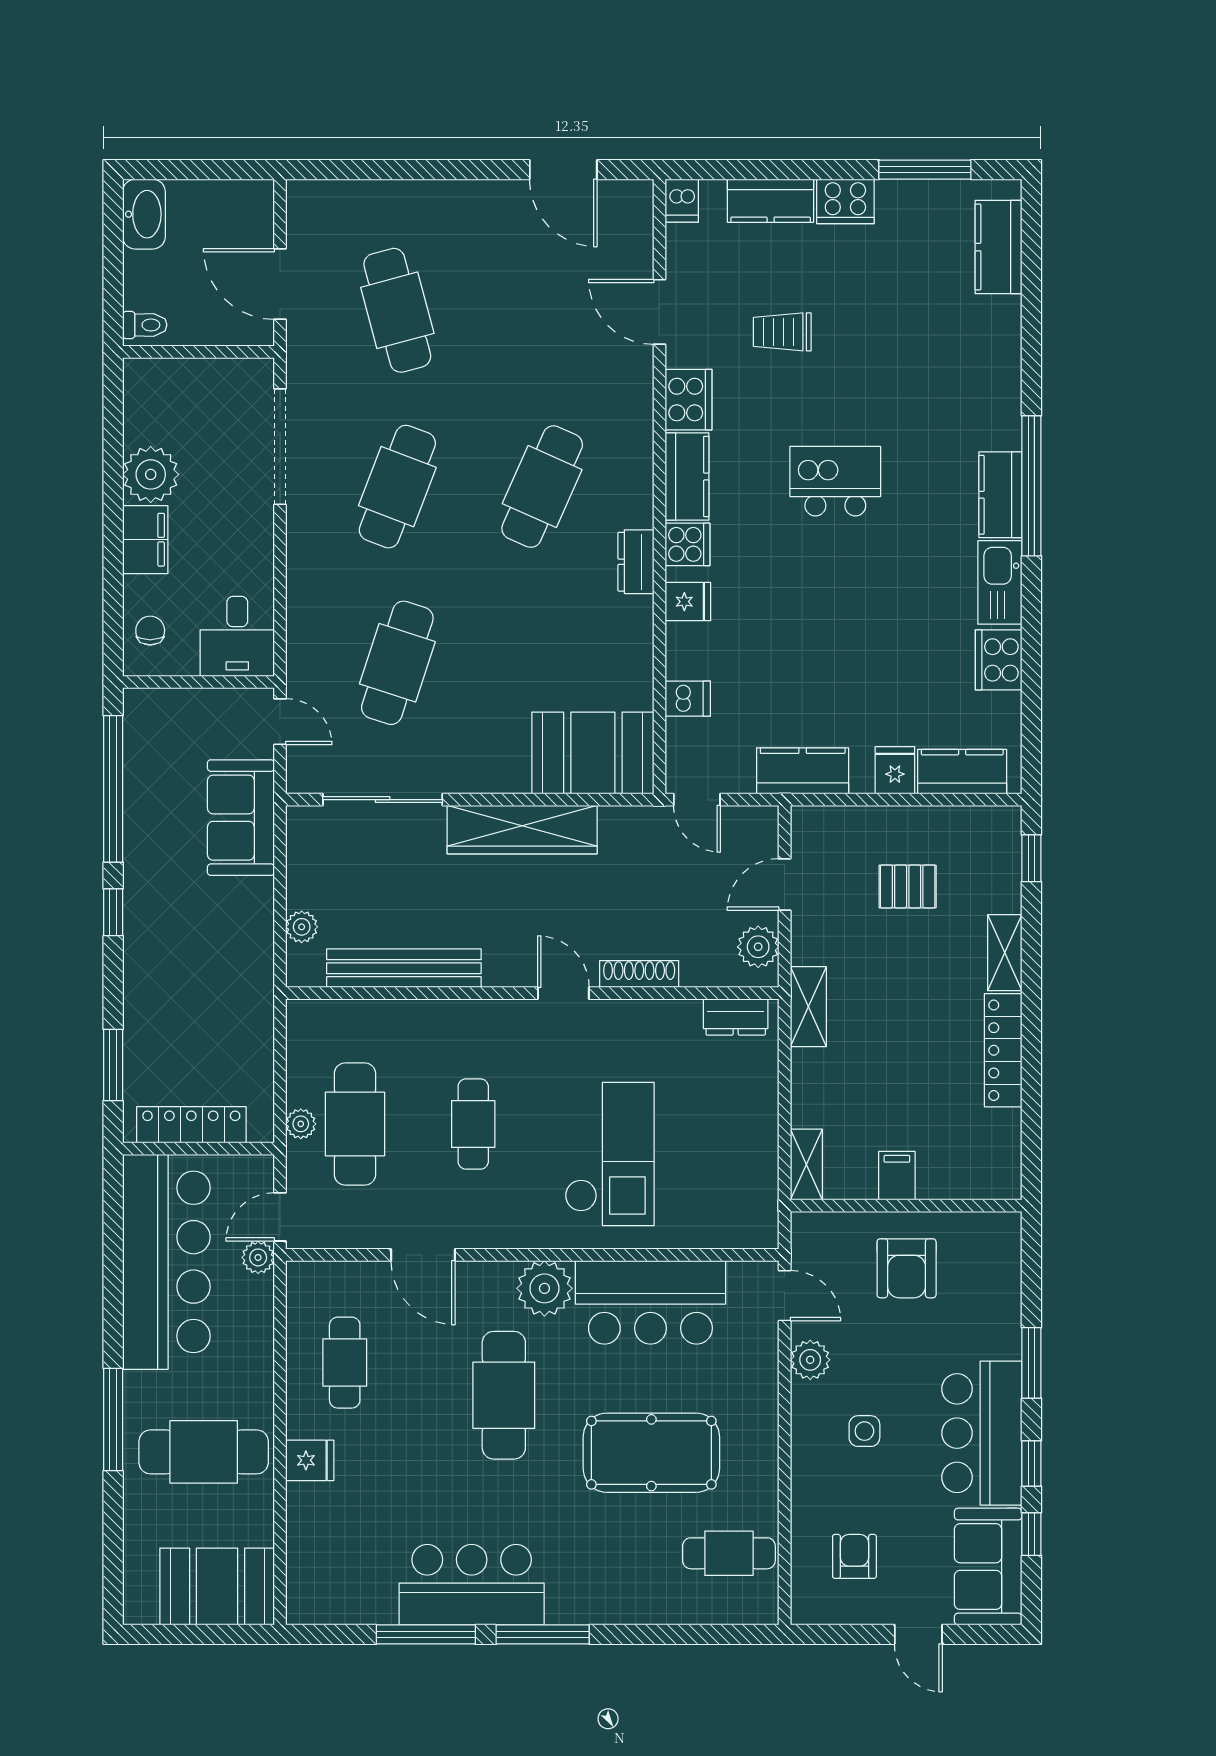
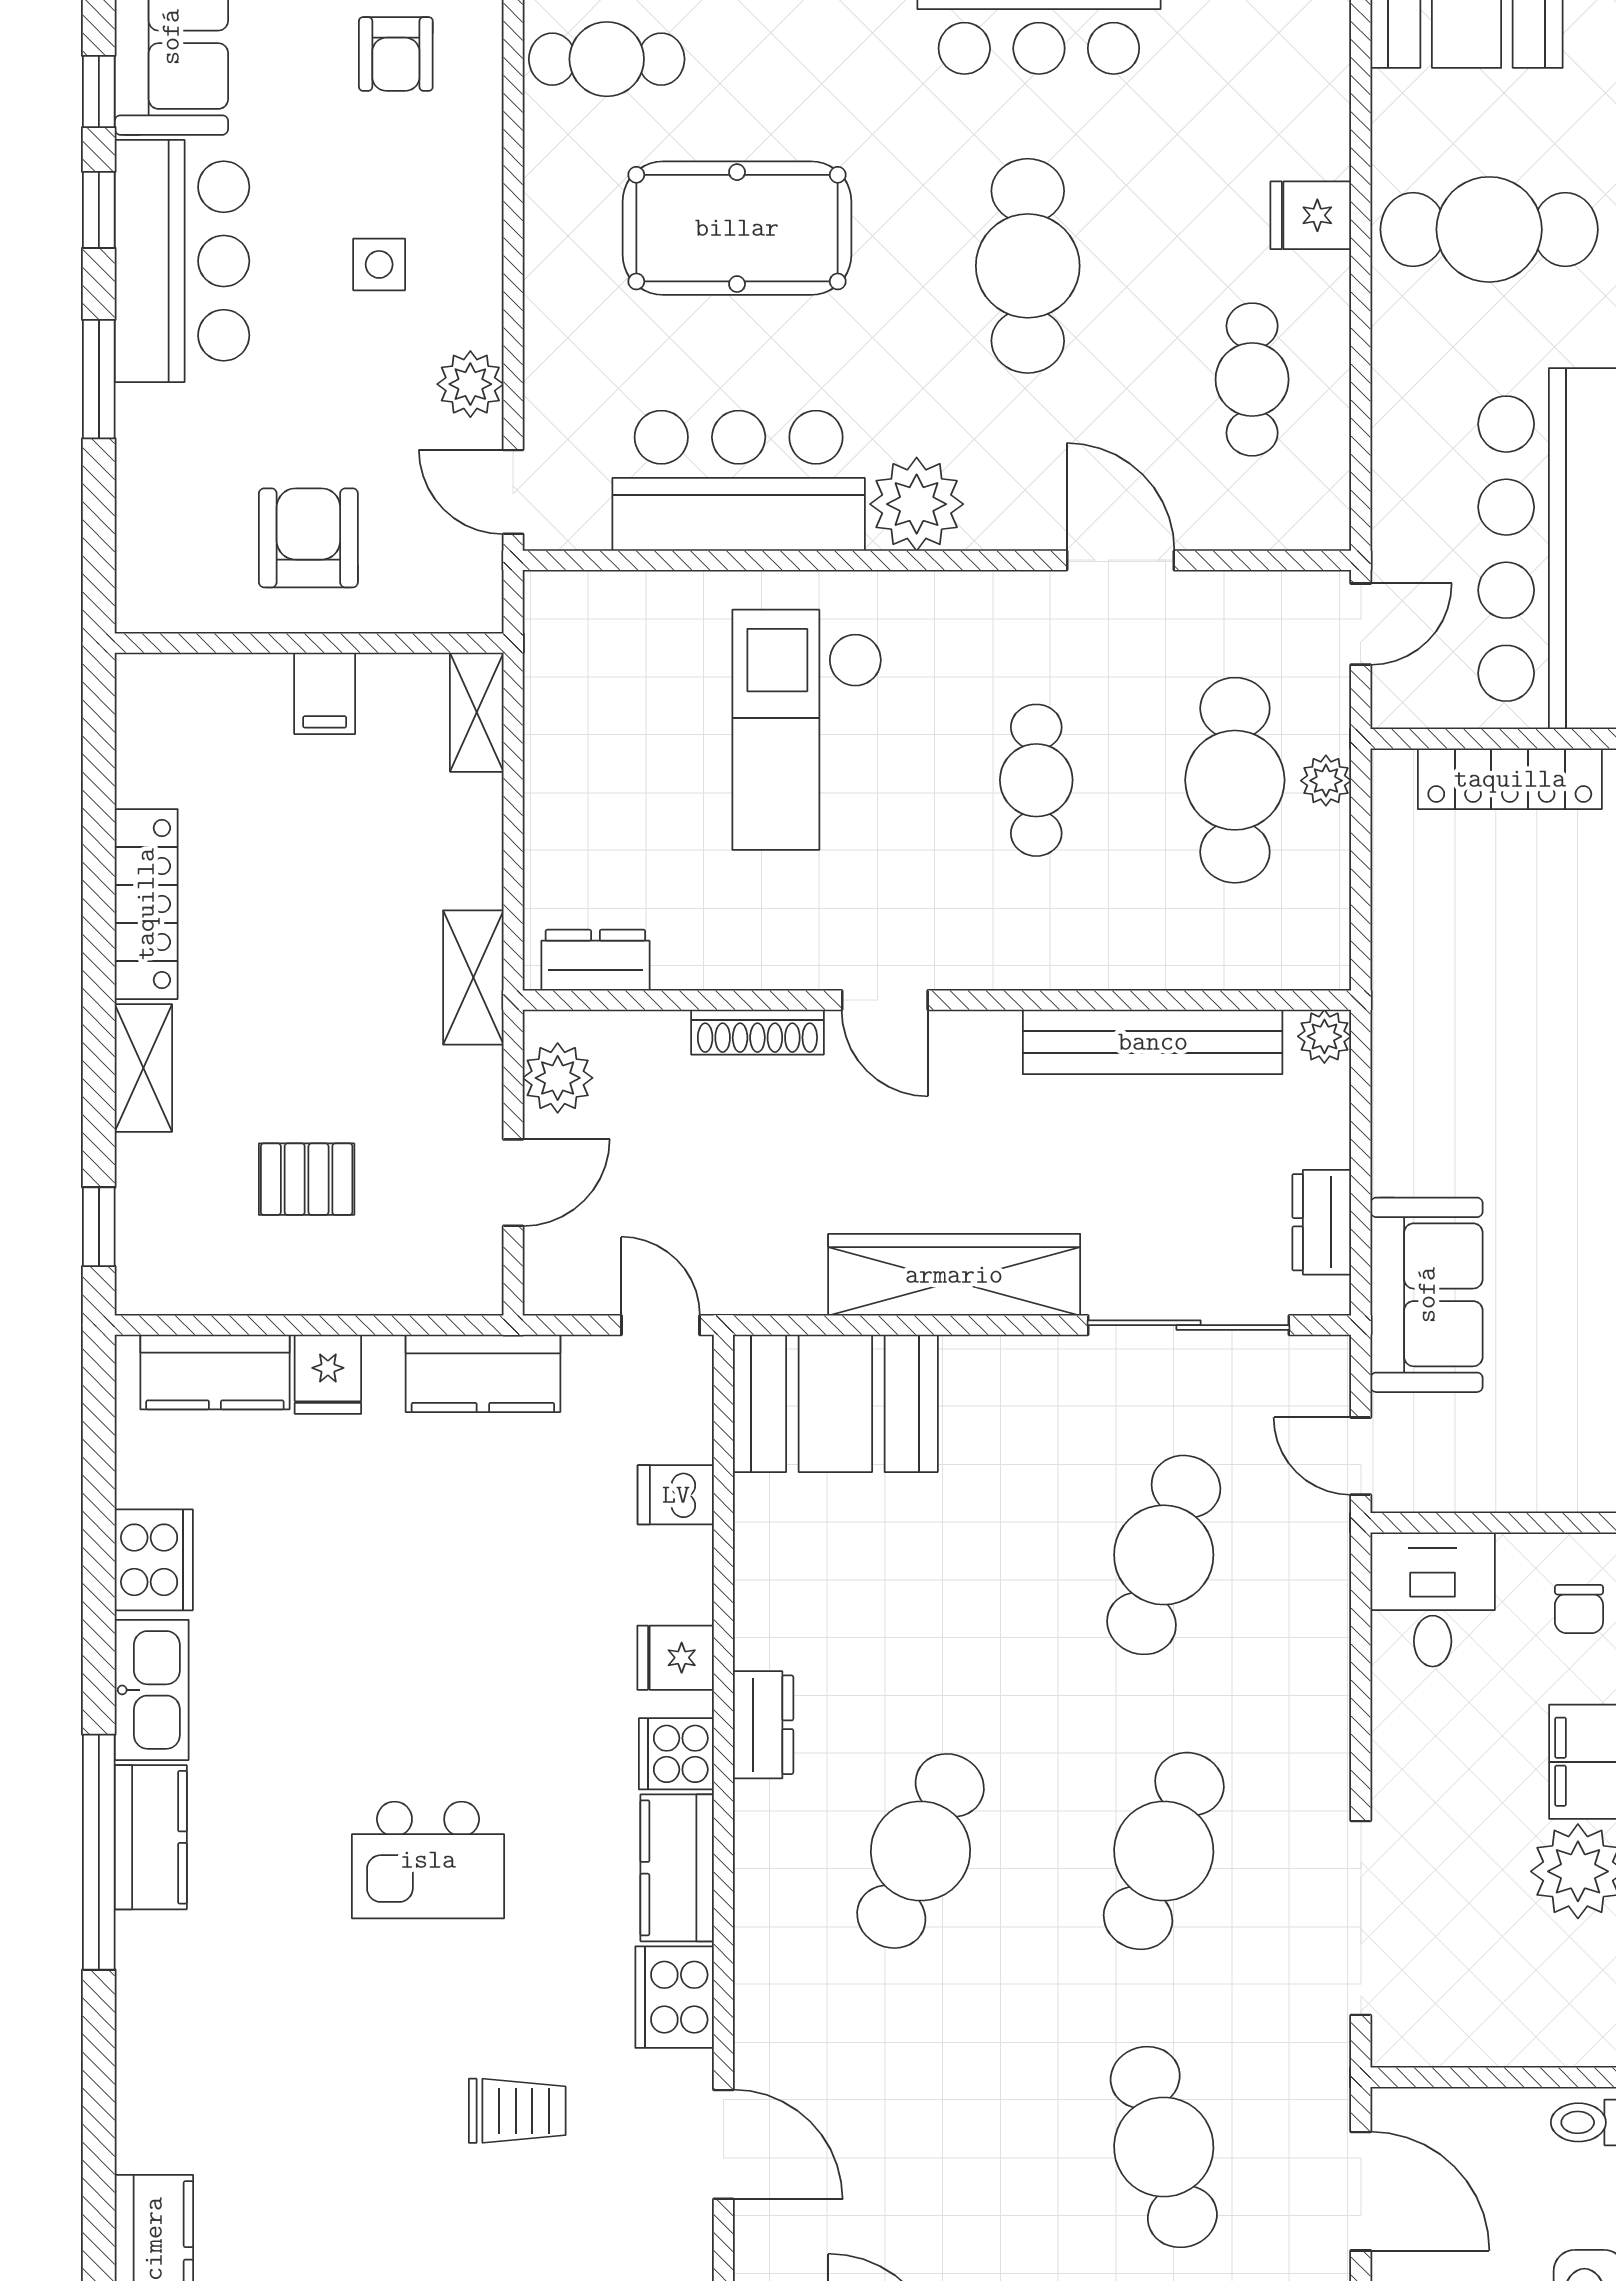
dresser: (303, 861) -> (1322, 1222), added
plant: (302, 927) -> (1324, 1036), moved
plant: (258, 1257) -> (1398, 556), removed
cafe table: (504, 1395) -> (1028, 266), moved

